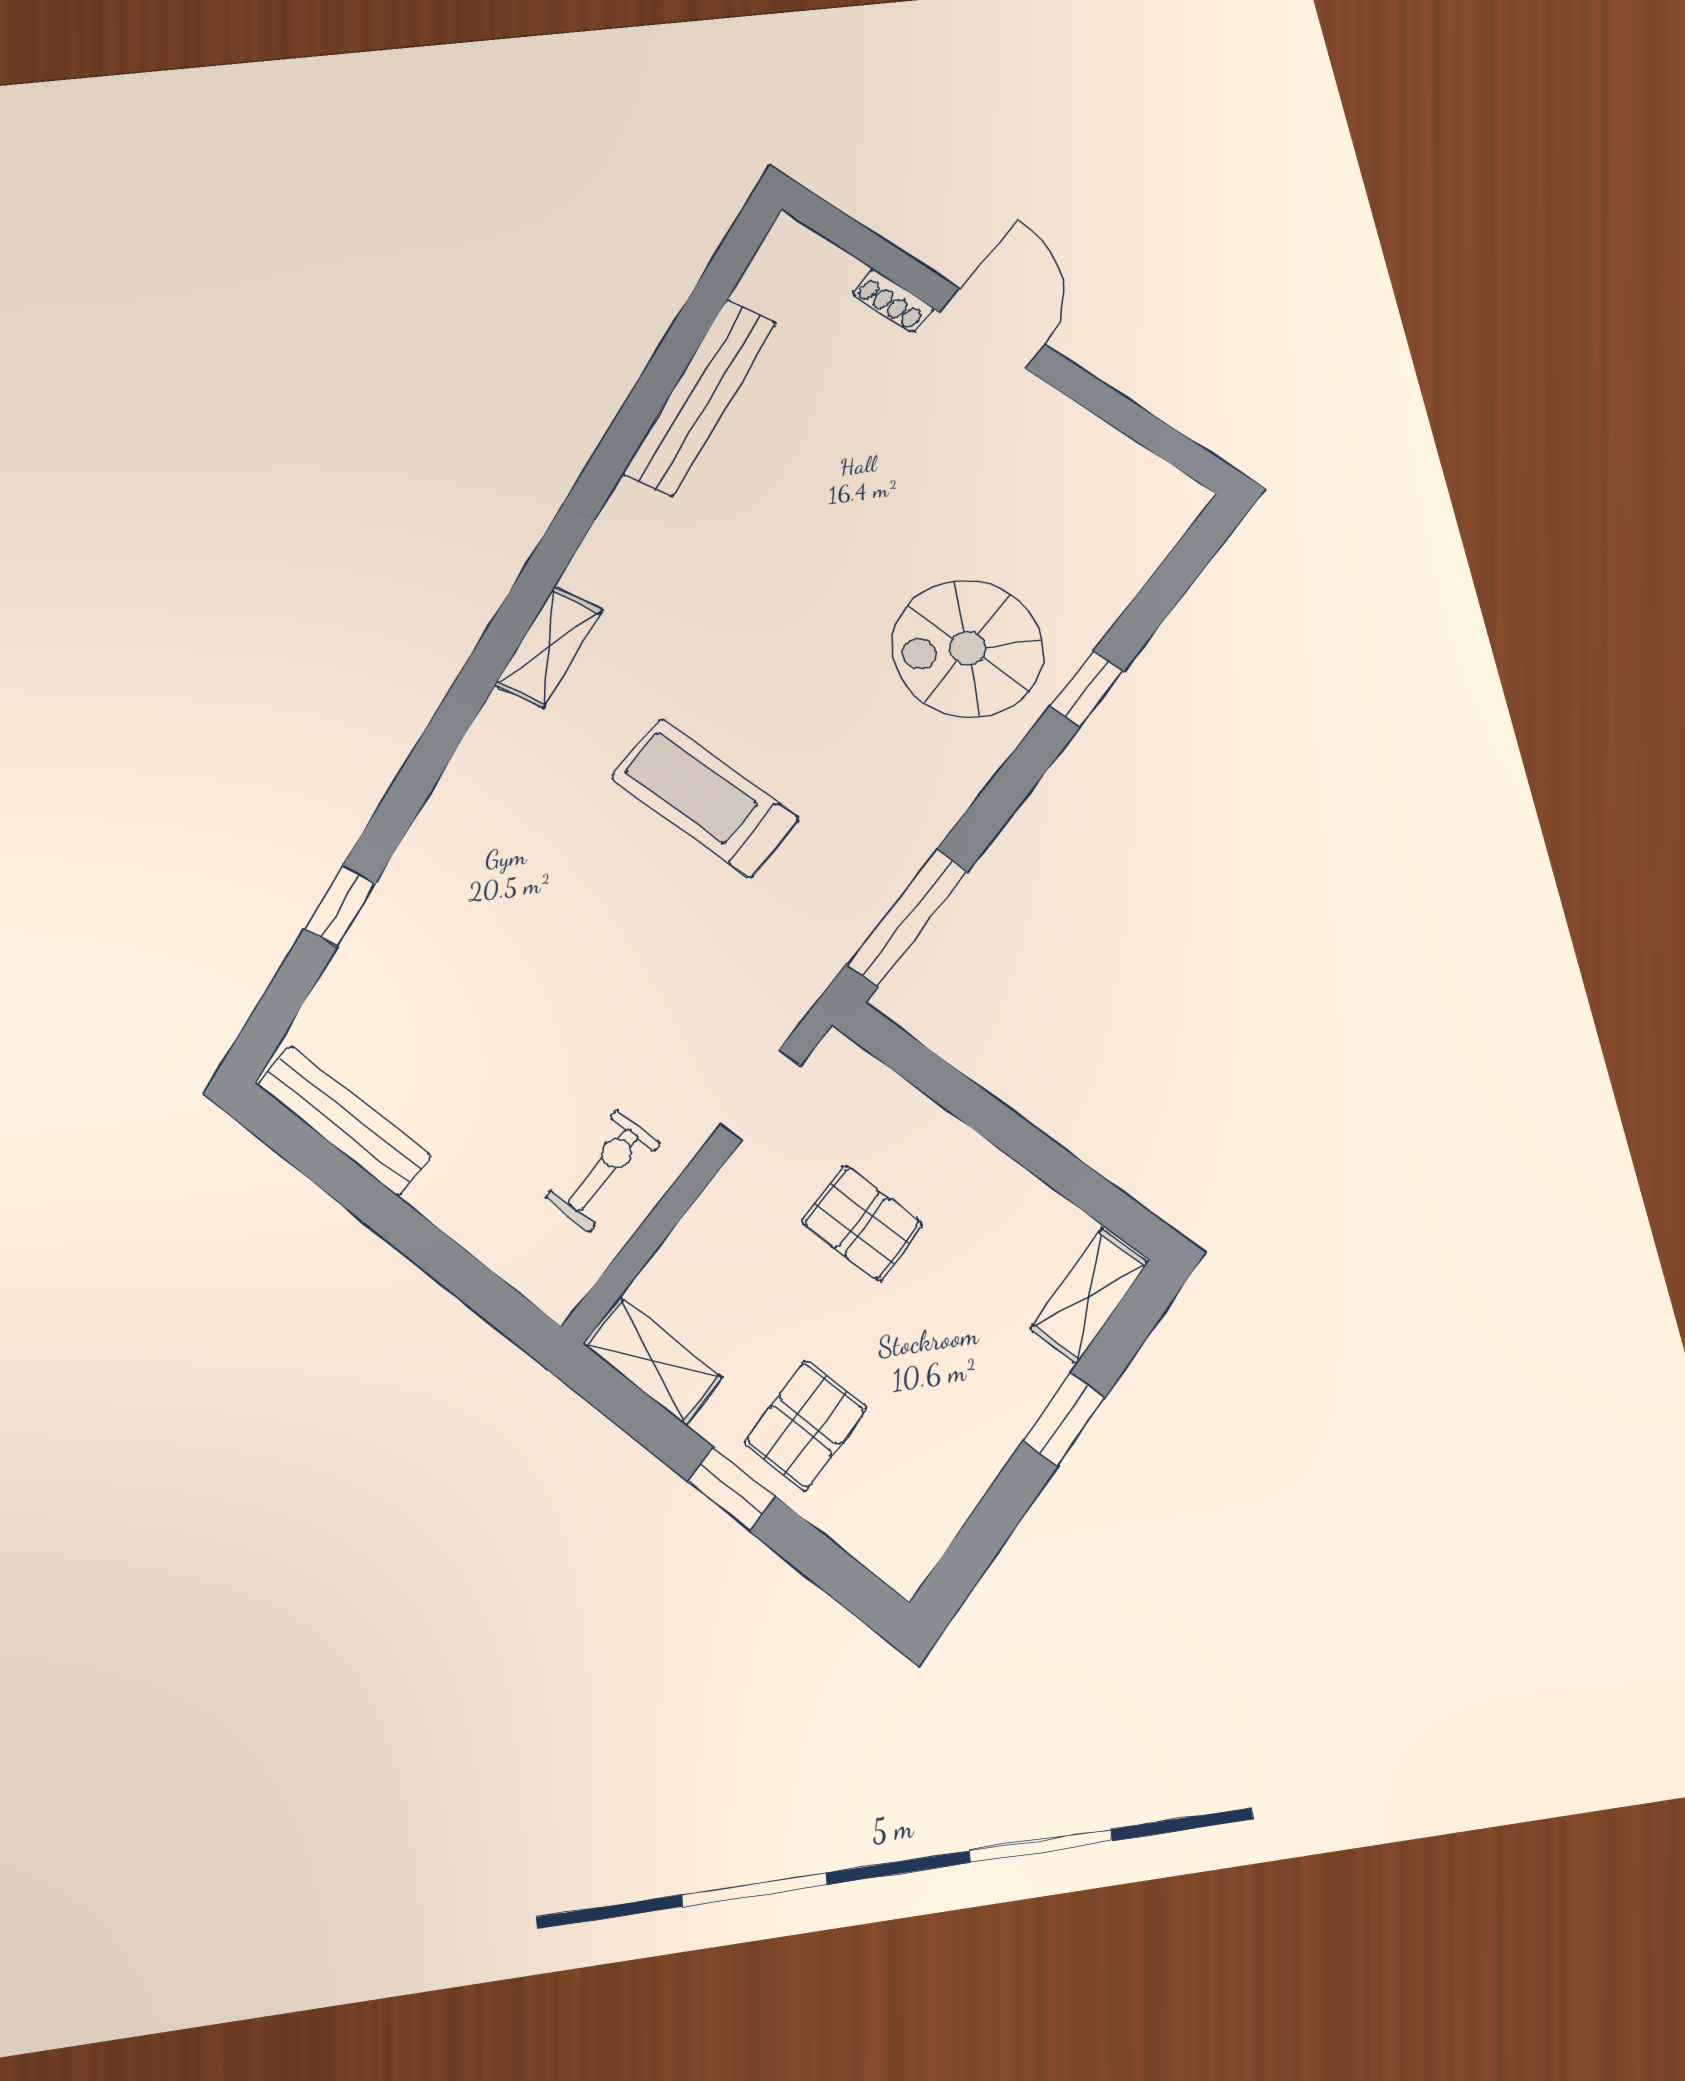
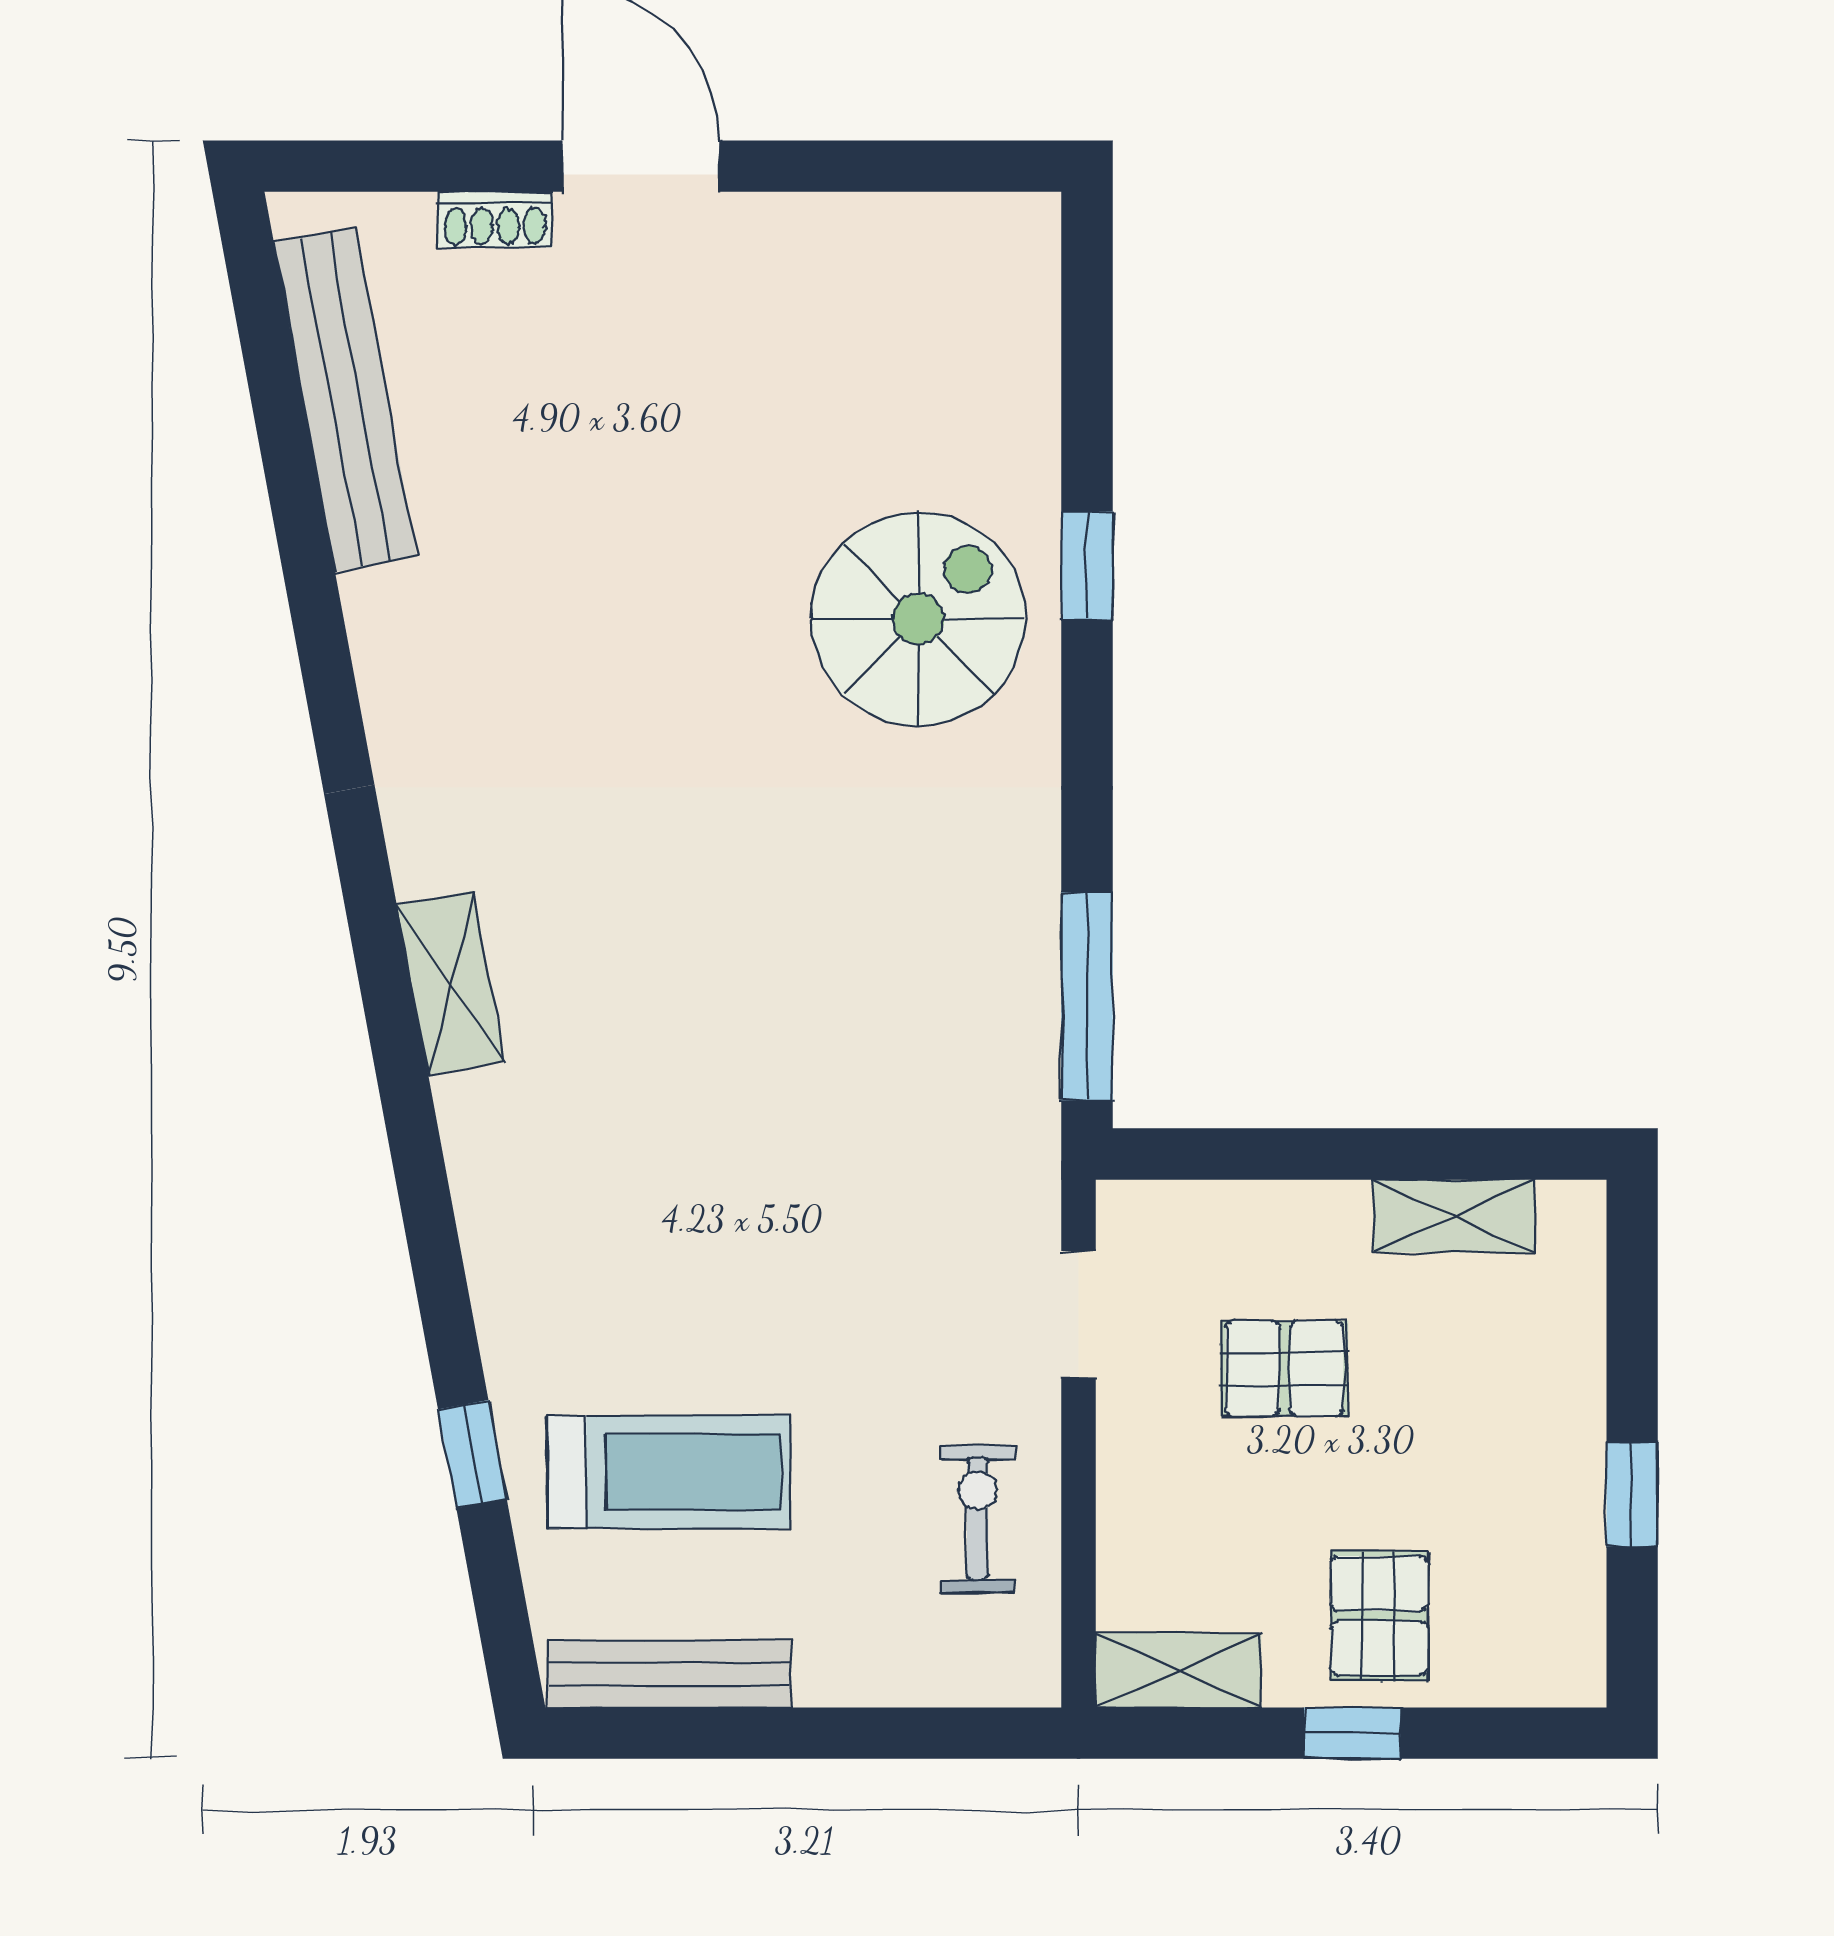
bench: (700, 397) -> (345, 399), moved
spiral stairs: (968, 648) -> (918, 619), turned 180
treadmill: (705, 798) -> (669, 1472), moved, turned 180
shelving: (1089, 1296) -> (1454, 1216), moved, turned 90
window: (1064, 1419) -> (1632, 1494), moved

